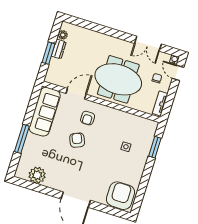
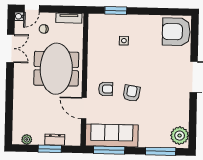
dresser: (59, 49) -> (55, 140), moved
window: (32, 106) -> (109, 150), added
window: (22, 139) -> (161, 151), moved
armchair: (77, 140) -> (132, 93), turned 122
plant: (37, 175) -> (180, 136), moved

